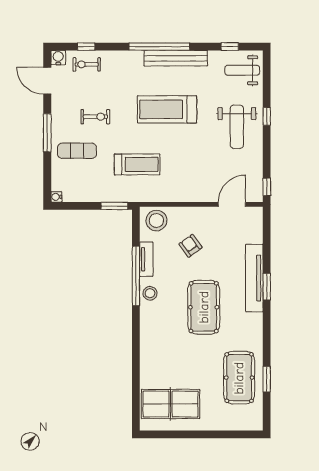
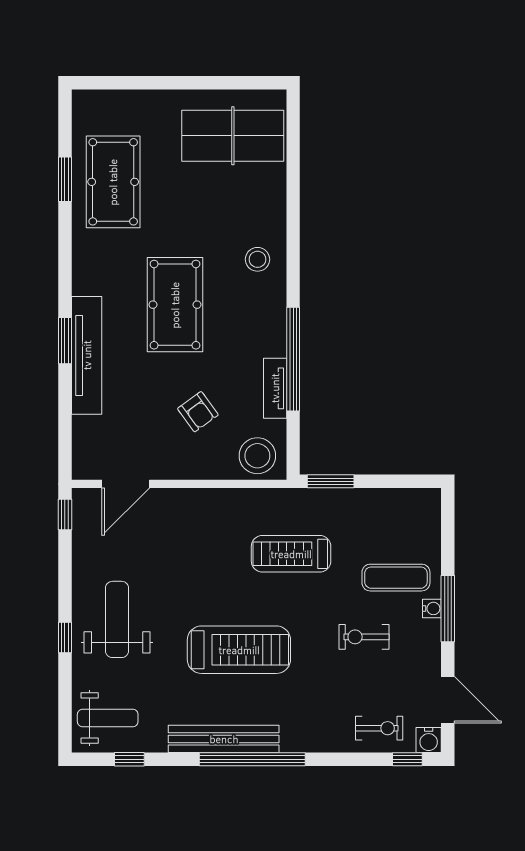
window: (86, 47) -> (407, 759), moved
water cooler: (56, 197) -> (432, 608), moved
stool: (150, 293) -> (257, 259), moved

